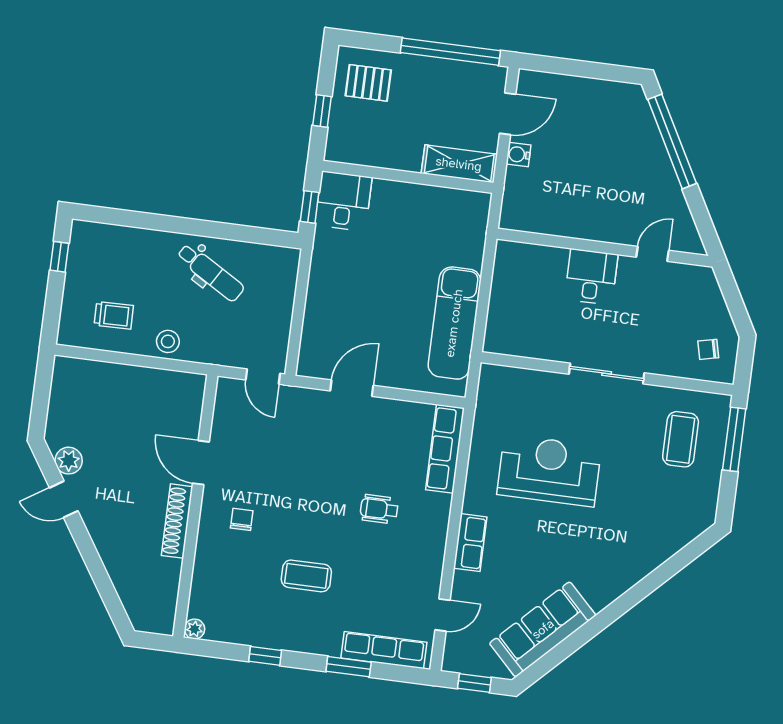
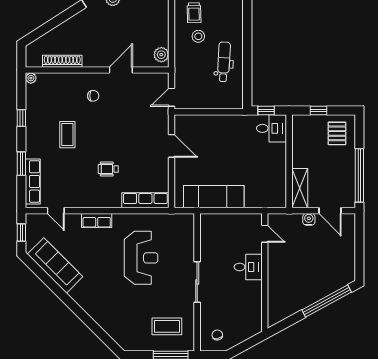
door: (653, 254) -> (265, 234), moved
dental chair: (211, 272) -> (224, 62), turned 152
stool: (168, 341) -> (198, 36), moved
plant: (183, 385) -> (161, 55), added
wheelchair: (379, 509) -> (108, 169), turned -90
shoe rack: (177, 521) -> (62, 61), moved

